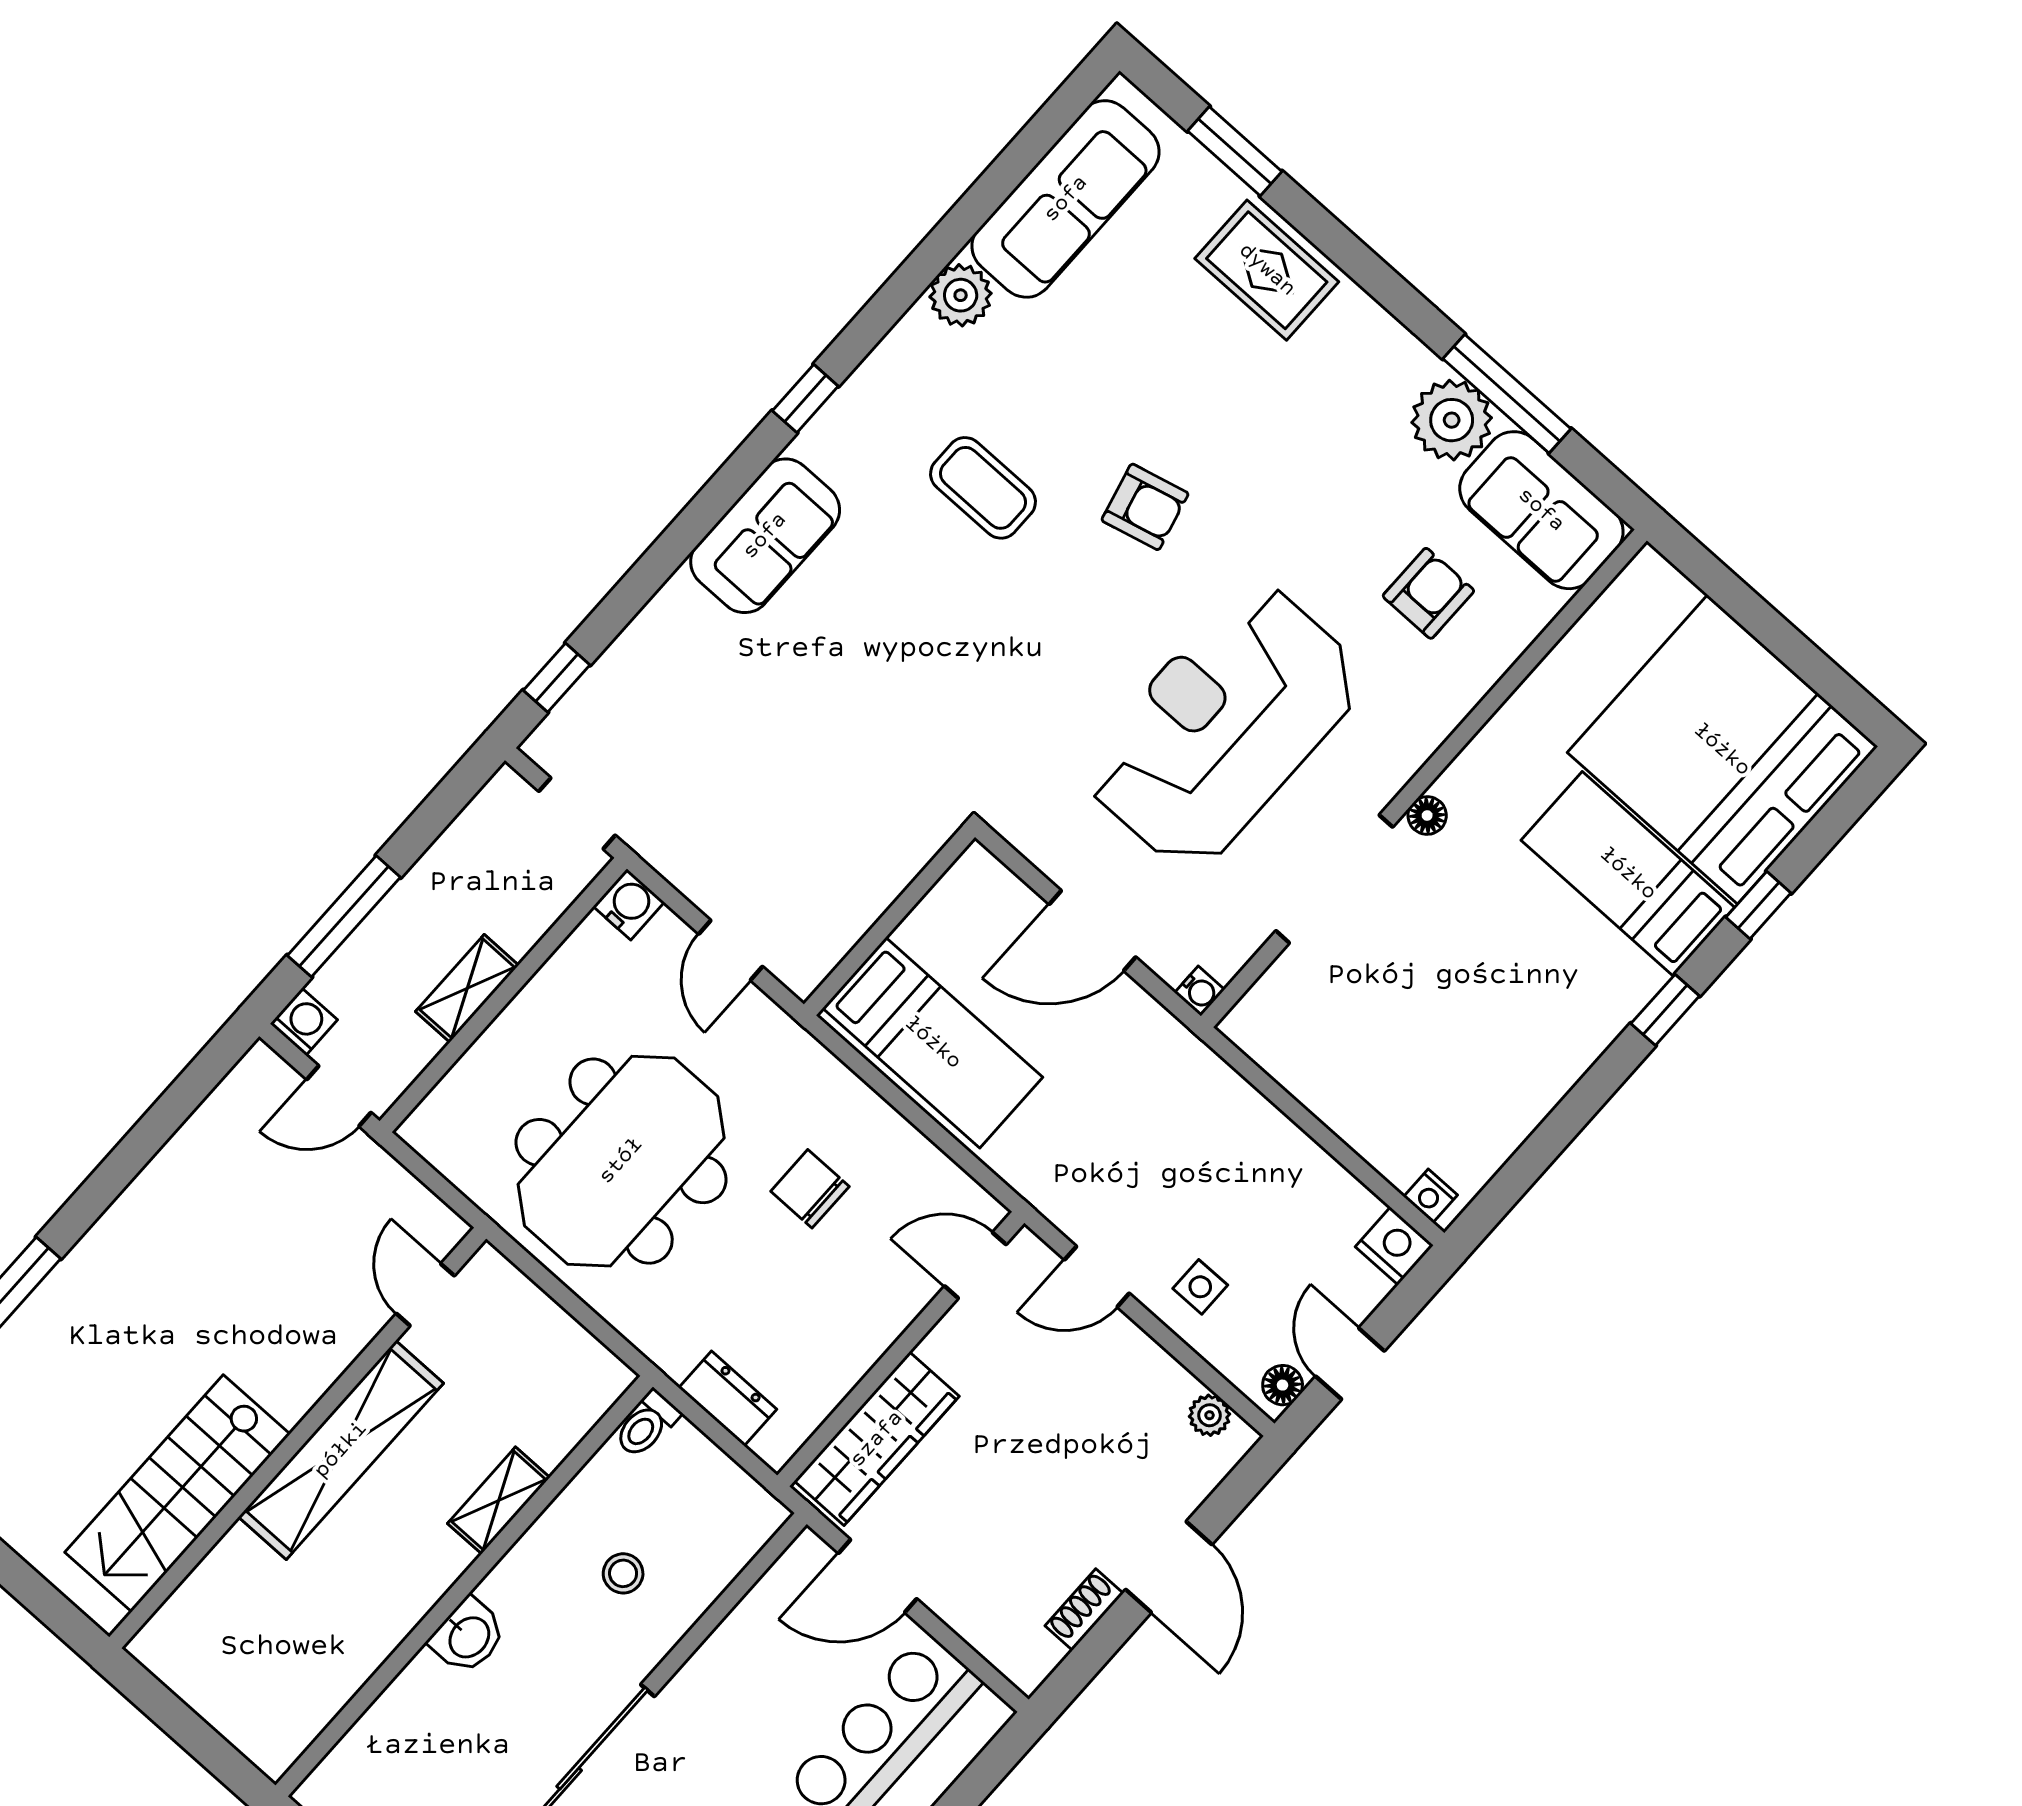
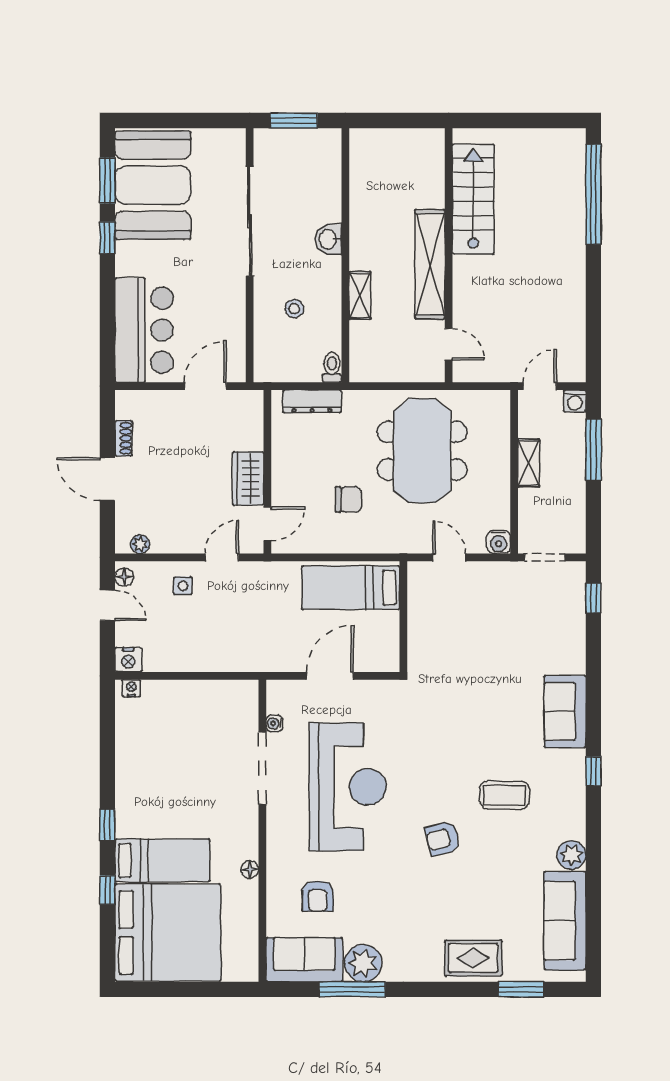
floor lamp: (1427, 816) -> (250, 869), moved
water cooler: (1199, 991) -> (274, 723), moved
dresser: (728, 1398) -> (312, 401), width x1.44
wardrobe: (877, 1439) -> (248, 478), moved, width x0.67

